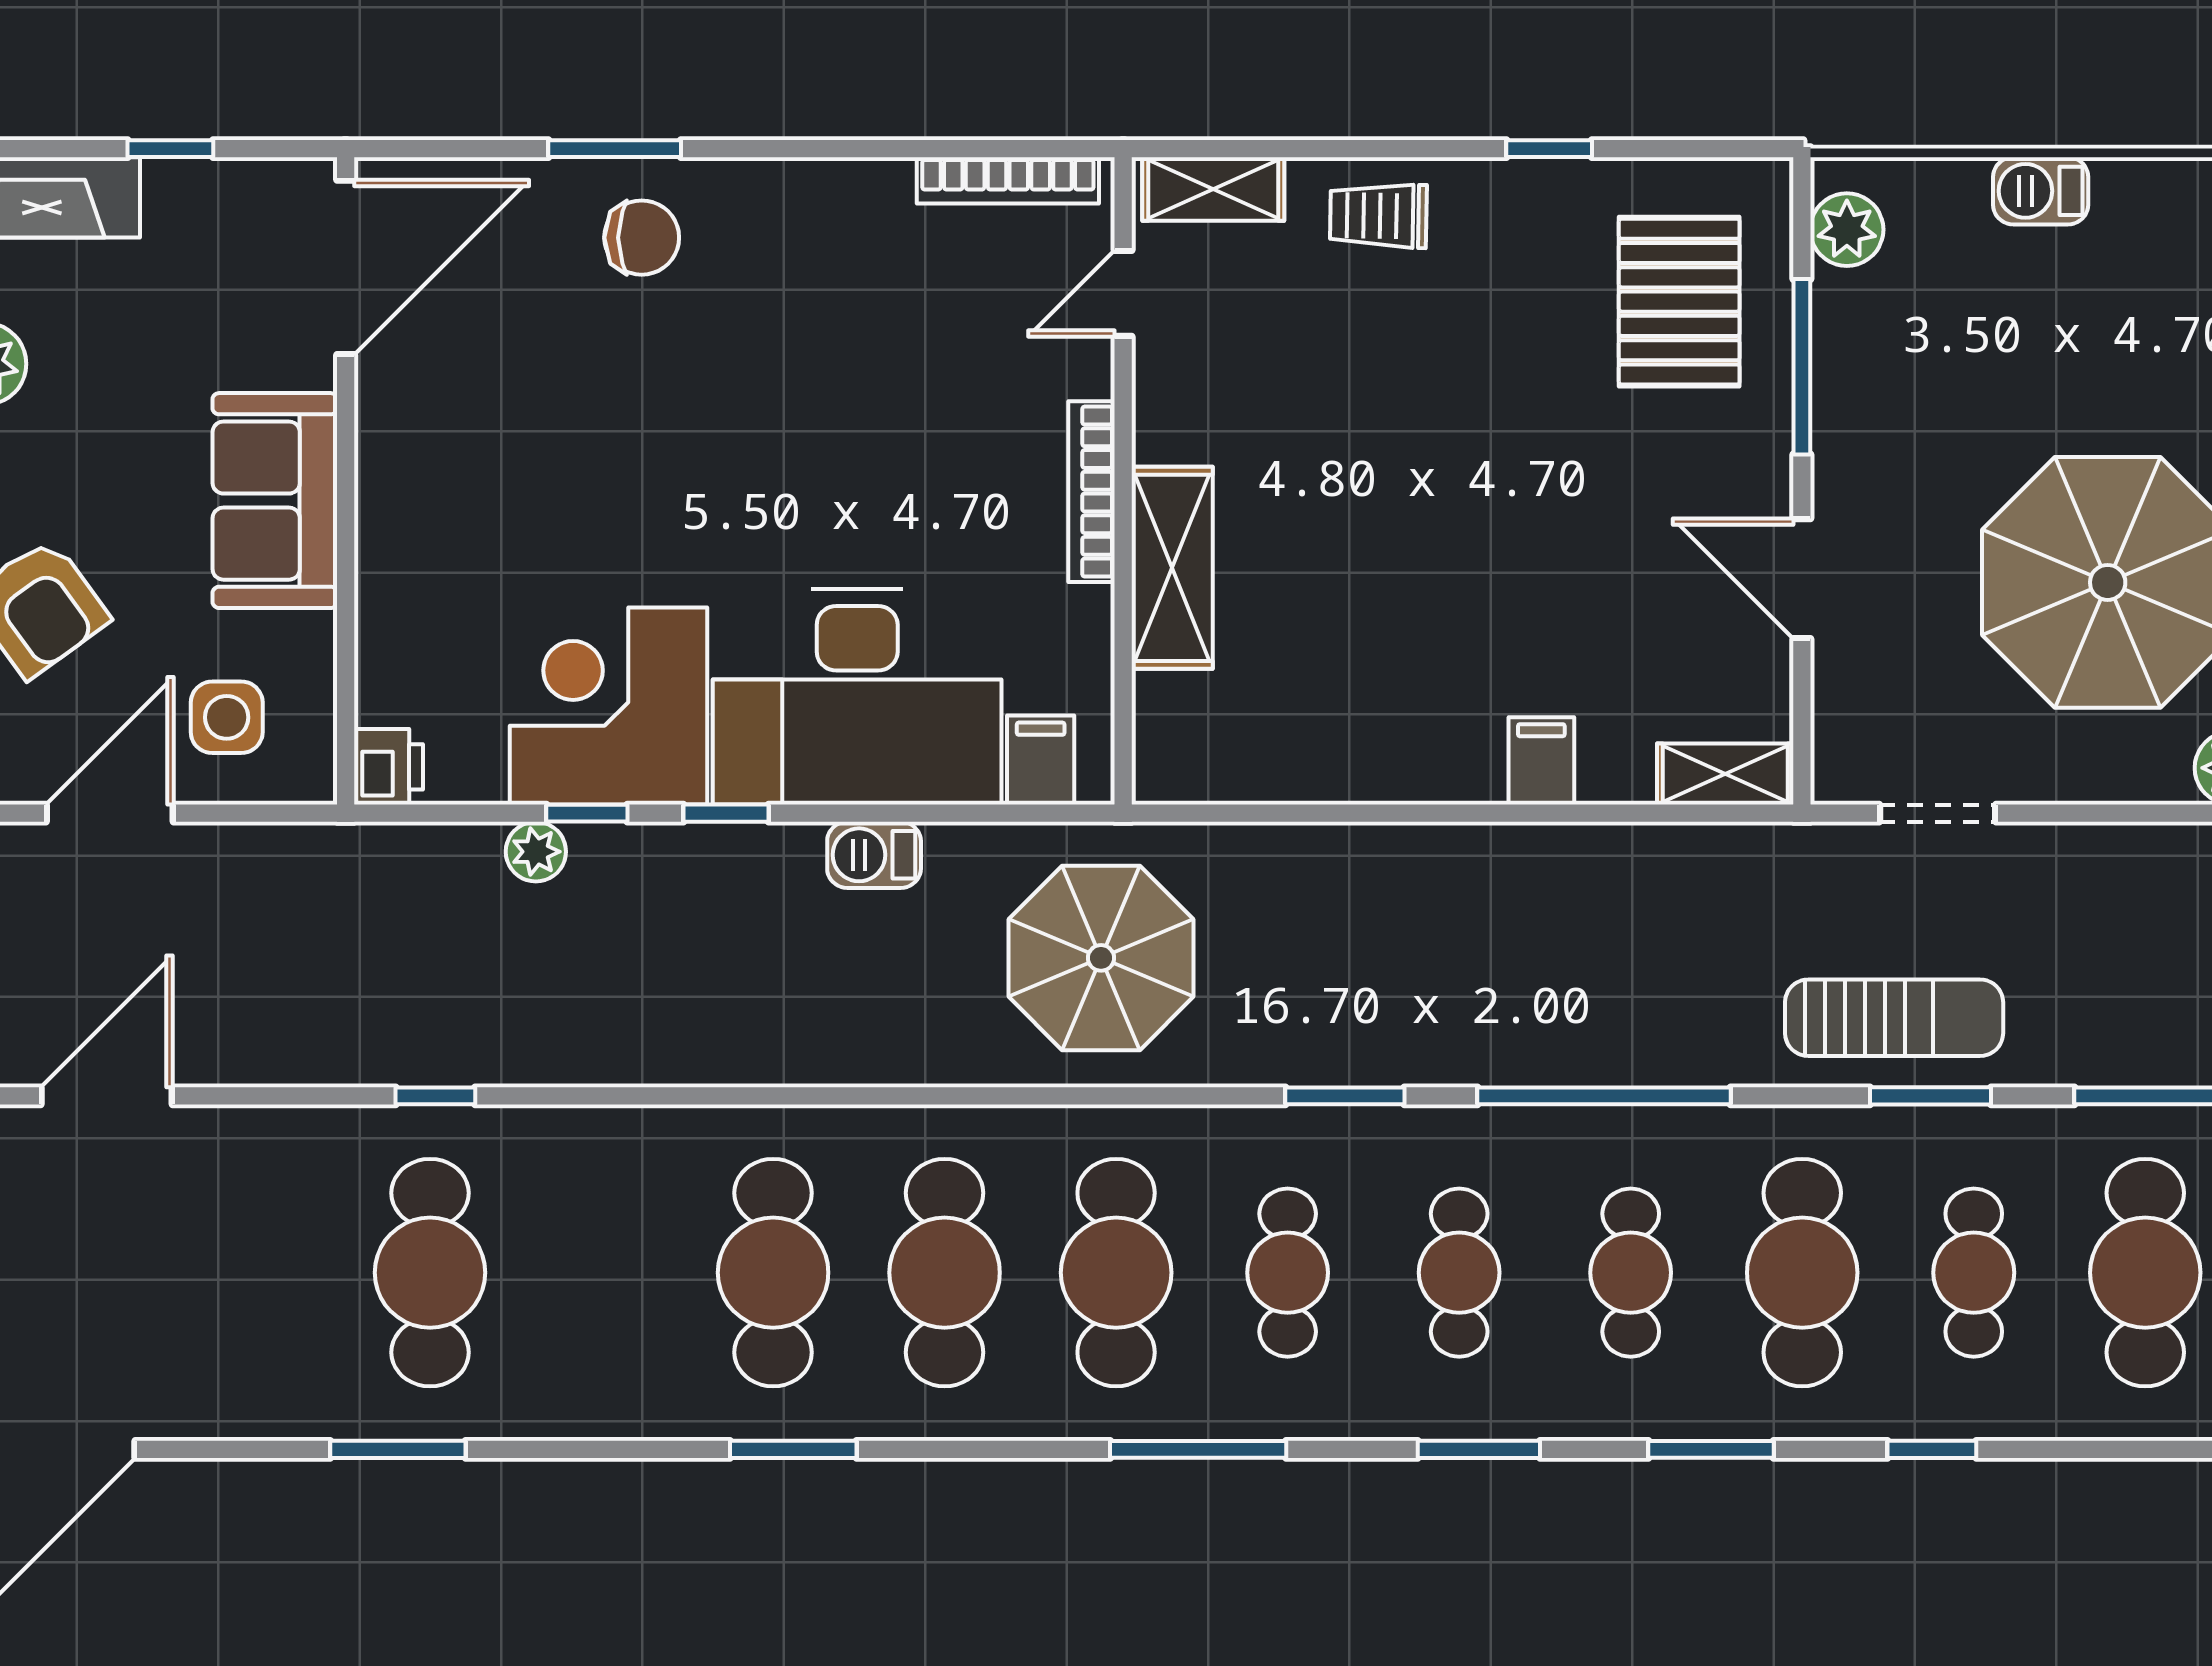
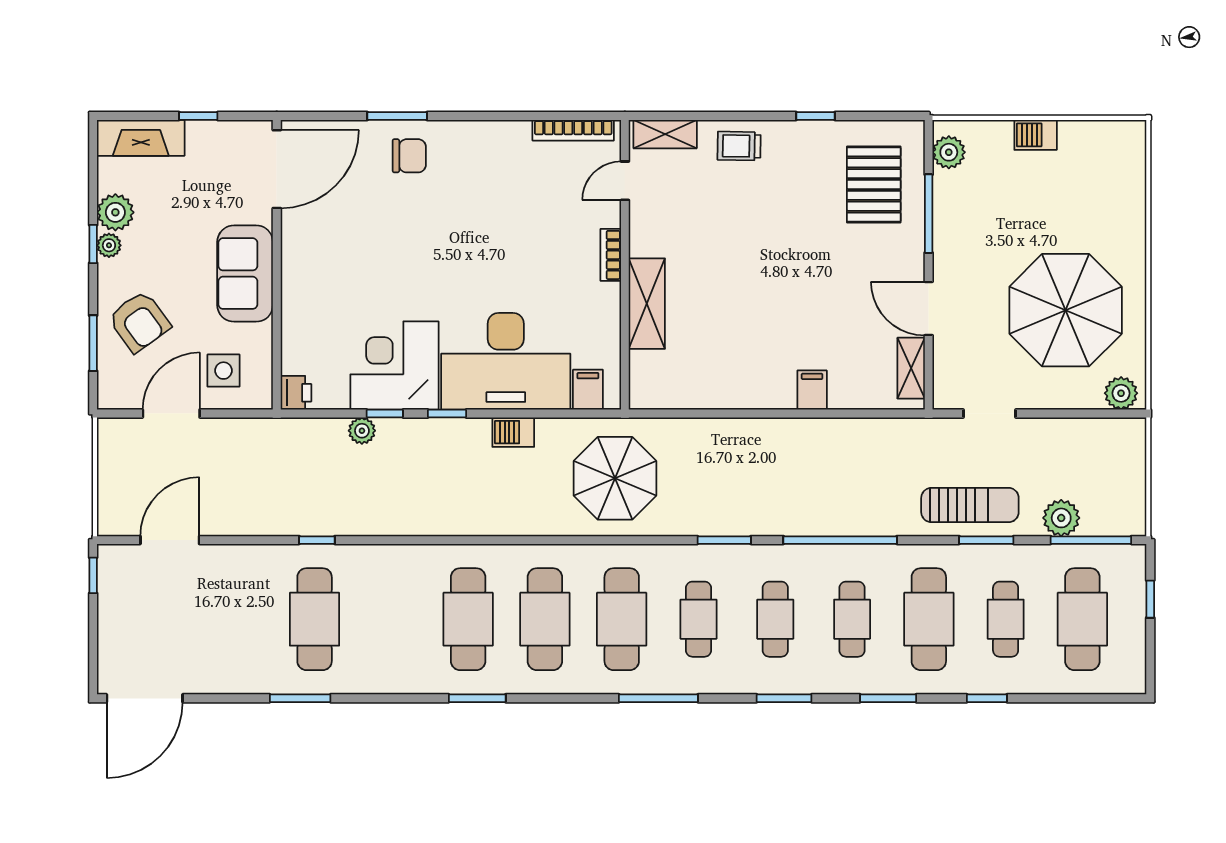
bookcase: (1092, 492) -> (611, 255), width x0.64
shelving: (1725, 774) -> (911, 368), moved, turned 90
plant: (2098, 1047) -> (1061, 518), added

